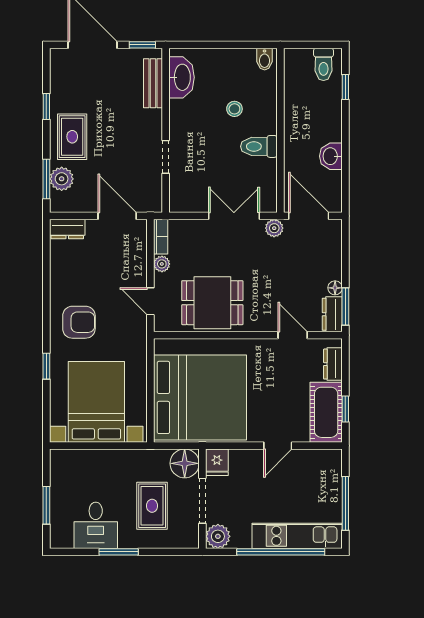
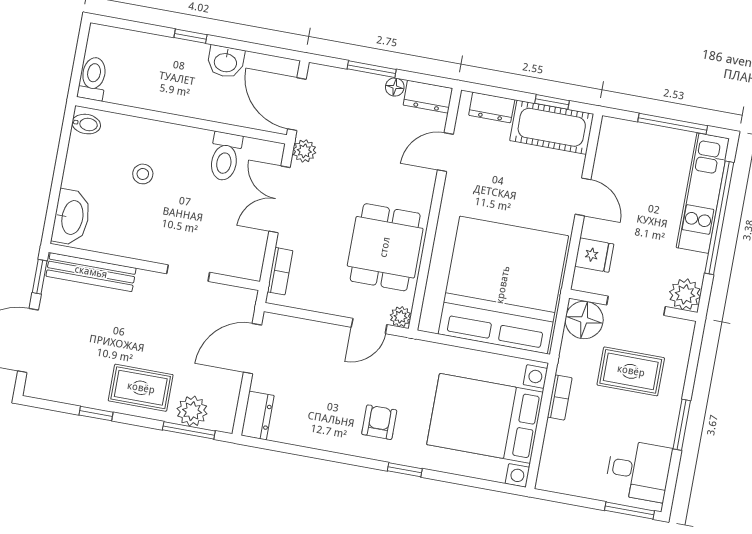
toilet: (323, 64) -> (93, 79), moved, turned -90
washbasin: (182, 77) -> (71, 217), moved, turned 90
bench: (153, 83) -> (91, 272), width x1.36
window: (345, 87) -> (190, 36), moved
toilet: (259, 146) -> (225, 157), moved
door: (309, 216) -> (297, 104), hinge flipped
bookcase: (161, 237) -> (280, 271), moved, turned 90
plant: (162, 264) -> (400, 317), moved
window: (345, 306) -> (372, 69), moved
armchair: (79, 322) -> (379, 422), width x0.72, depth x0.72
window: (46, 366) -> (405, 470), moved
bookcase: (123, 456) -> (560, 397), added
fridge: (217, 462) -> (594, 255), moved
window: (46, 505) -> (630, 511), moved
desk: (96, 525) -> (638, 471), moved

